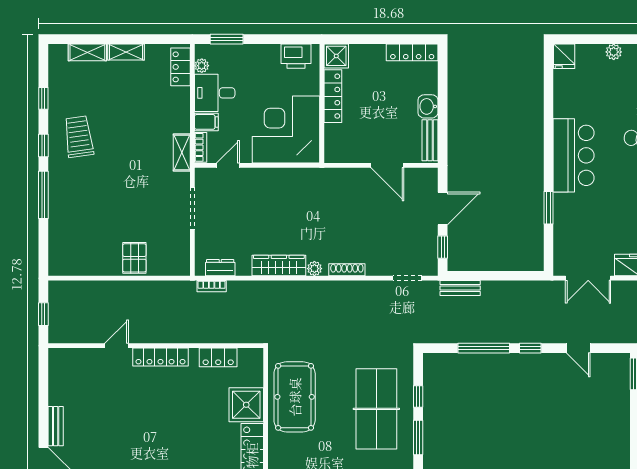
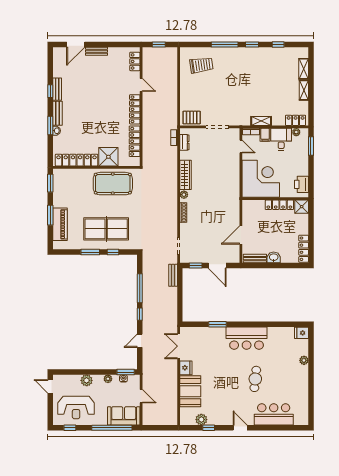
trolley: (79, 137) -> (201, 65), moved
shelving: (182, 153) -> (261, 121), moved
pallet: (134, 258) -> (192, 118), moved
locker: (74, 357) -> (135, 61), added
locker: (218, 357) -> (135, 141), width x1.53

